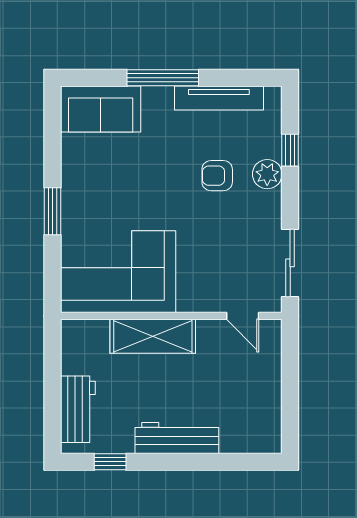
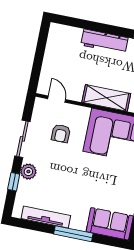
armchair: (217, 176) -> (61, 133), moved, turned 90
sliding door: (290, 263) -> (22, 139), moved

